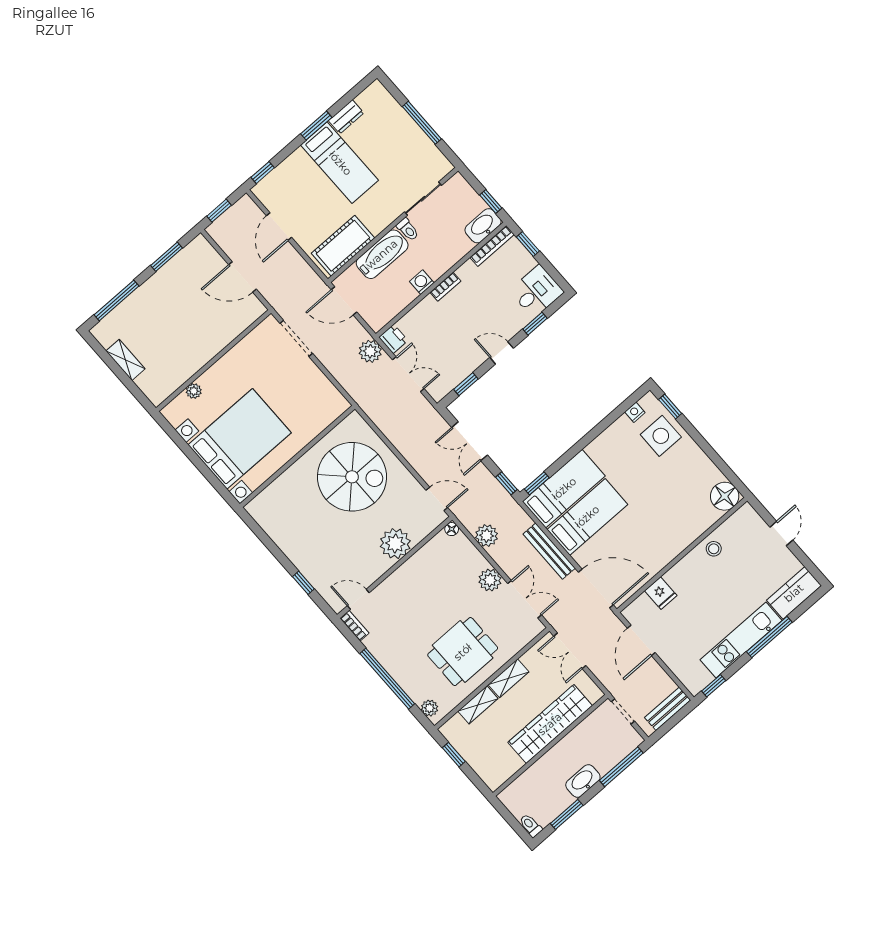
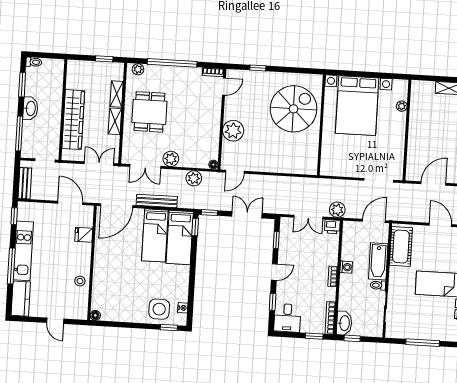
spiral stairs: (352, 477) -> (294, 109), moved, turned 180
floor lamp: (725, 496) -> (95, 315), width x0.53, depth x0.53

